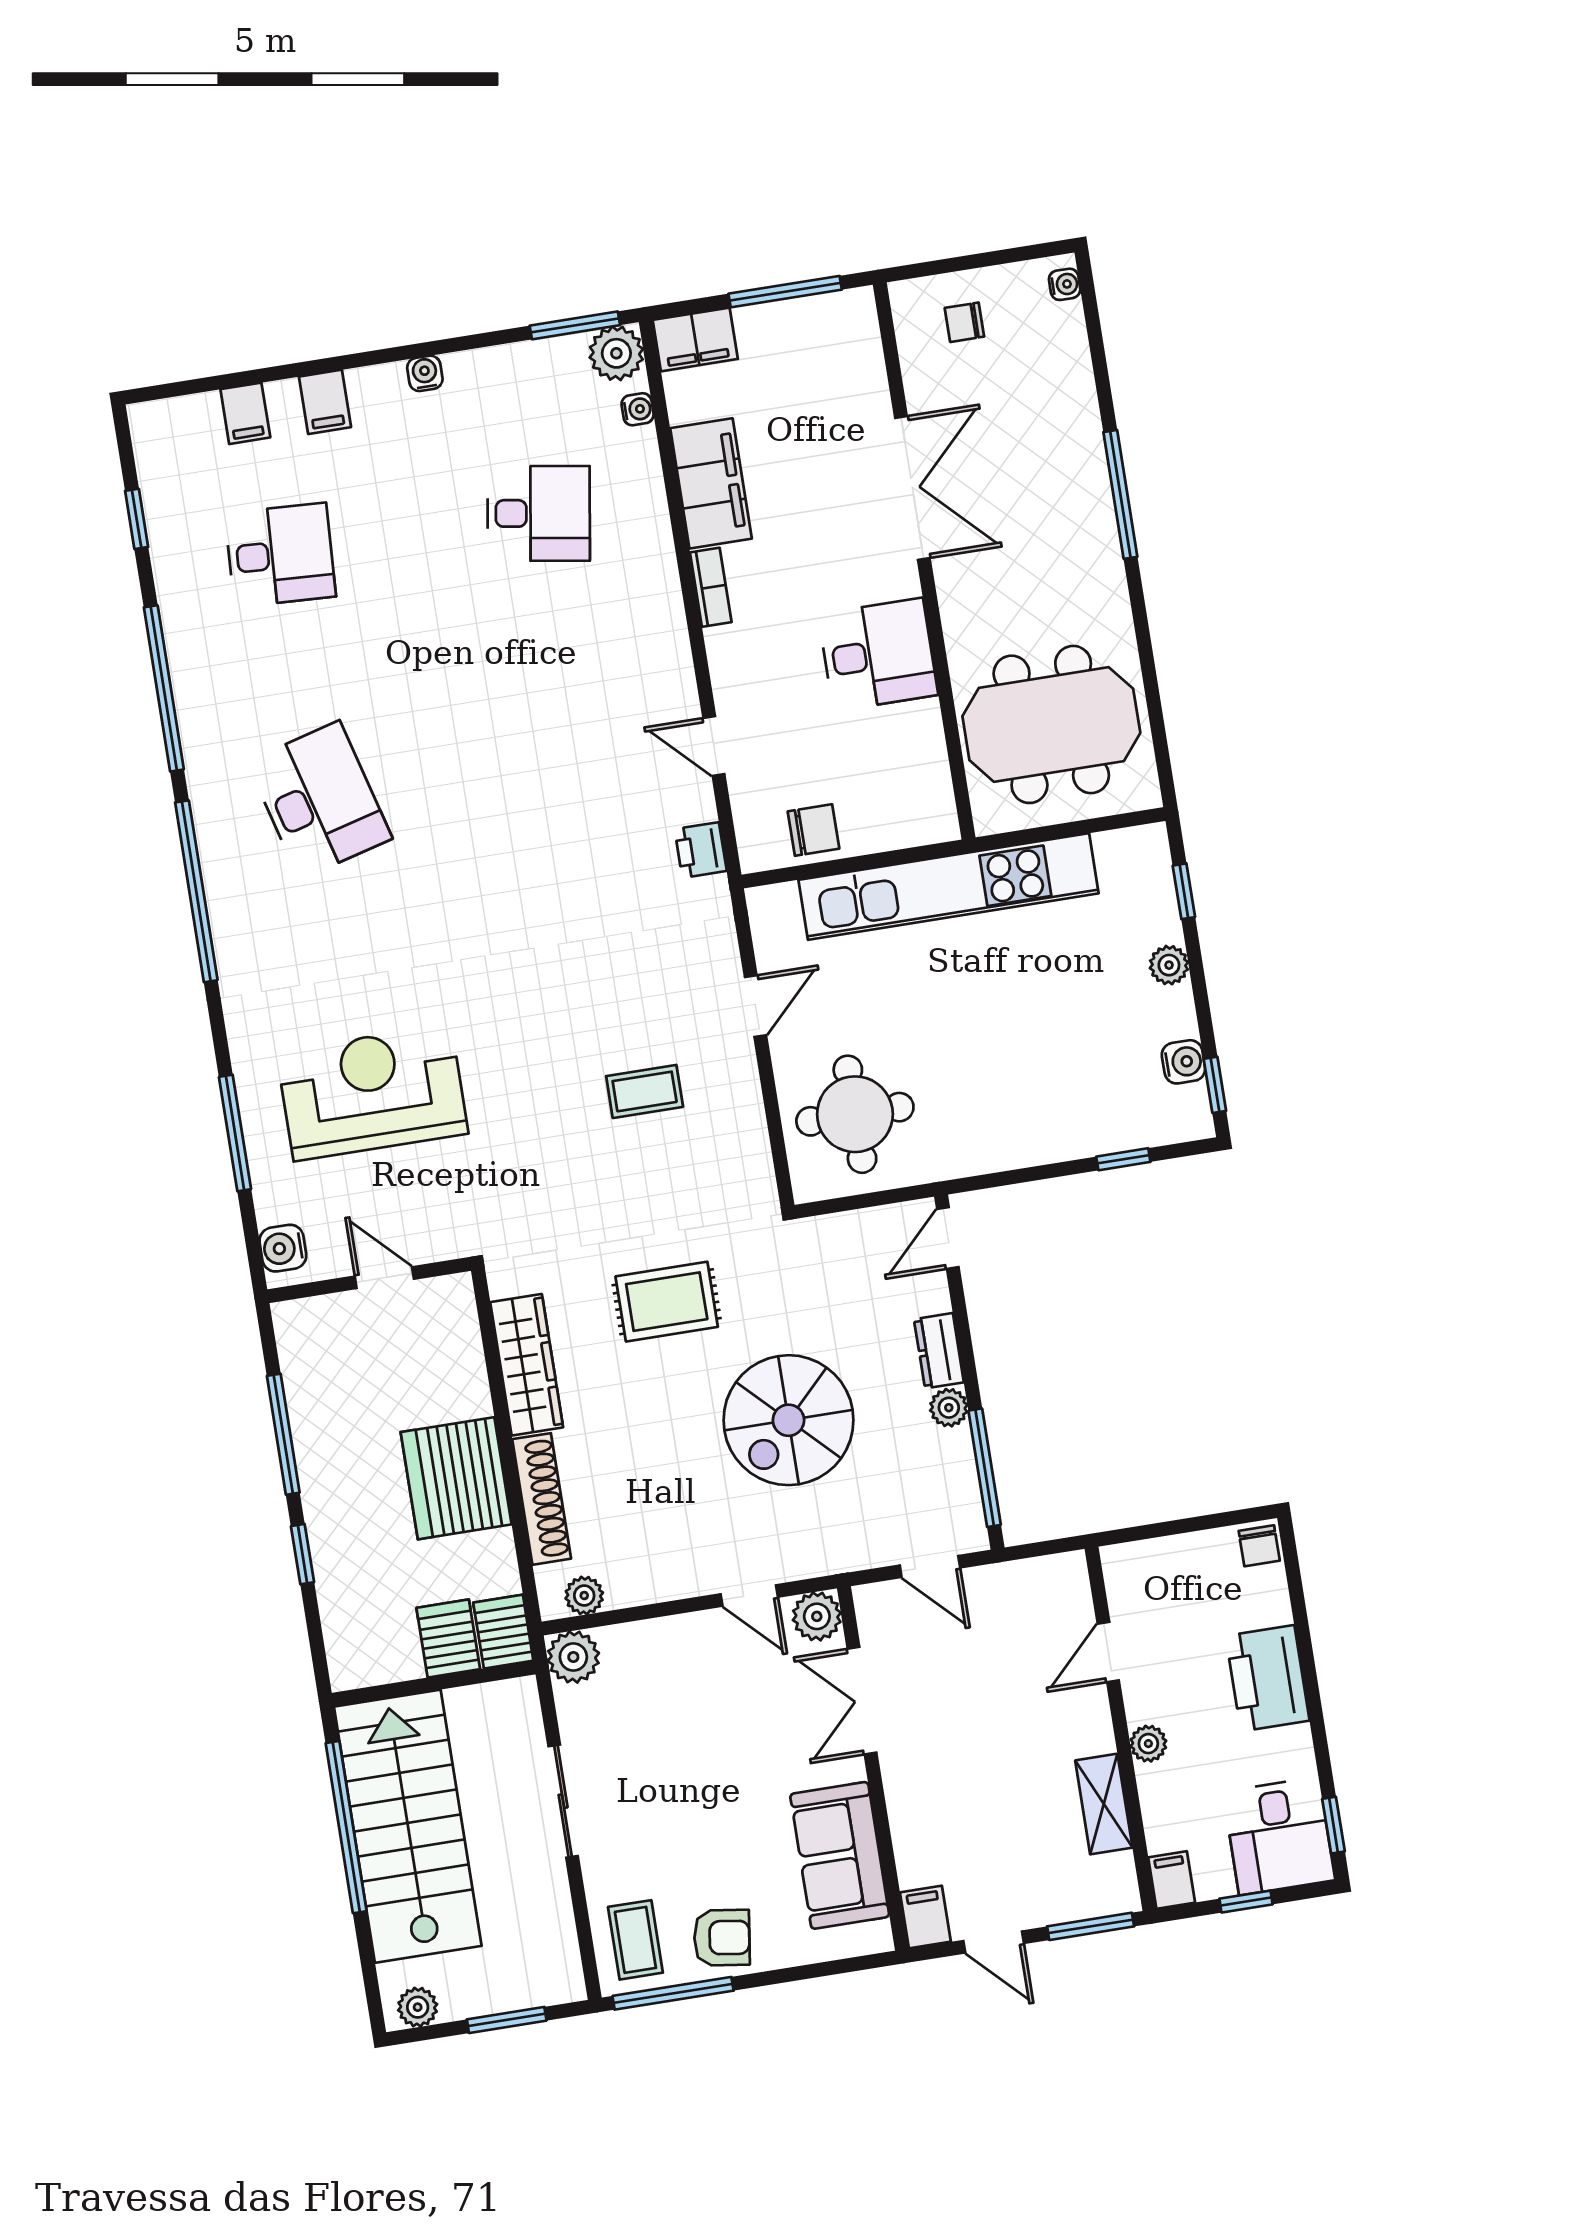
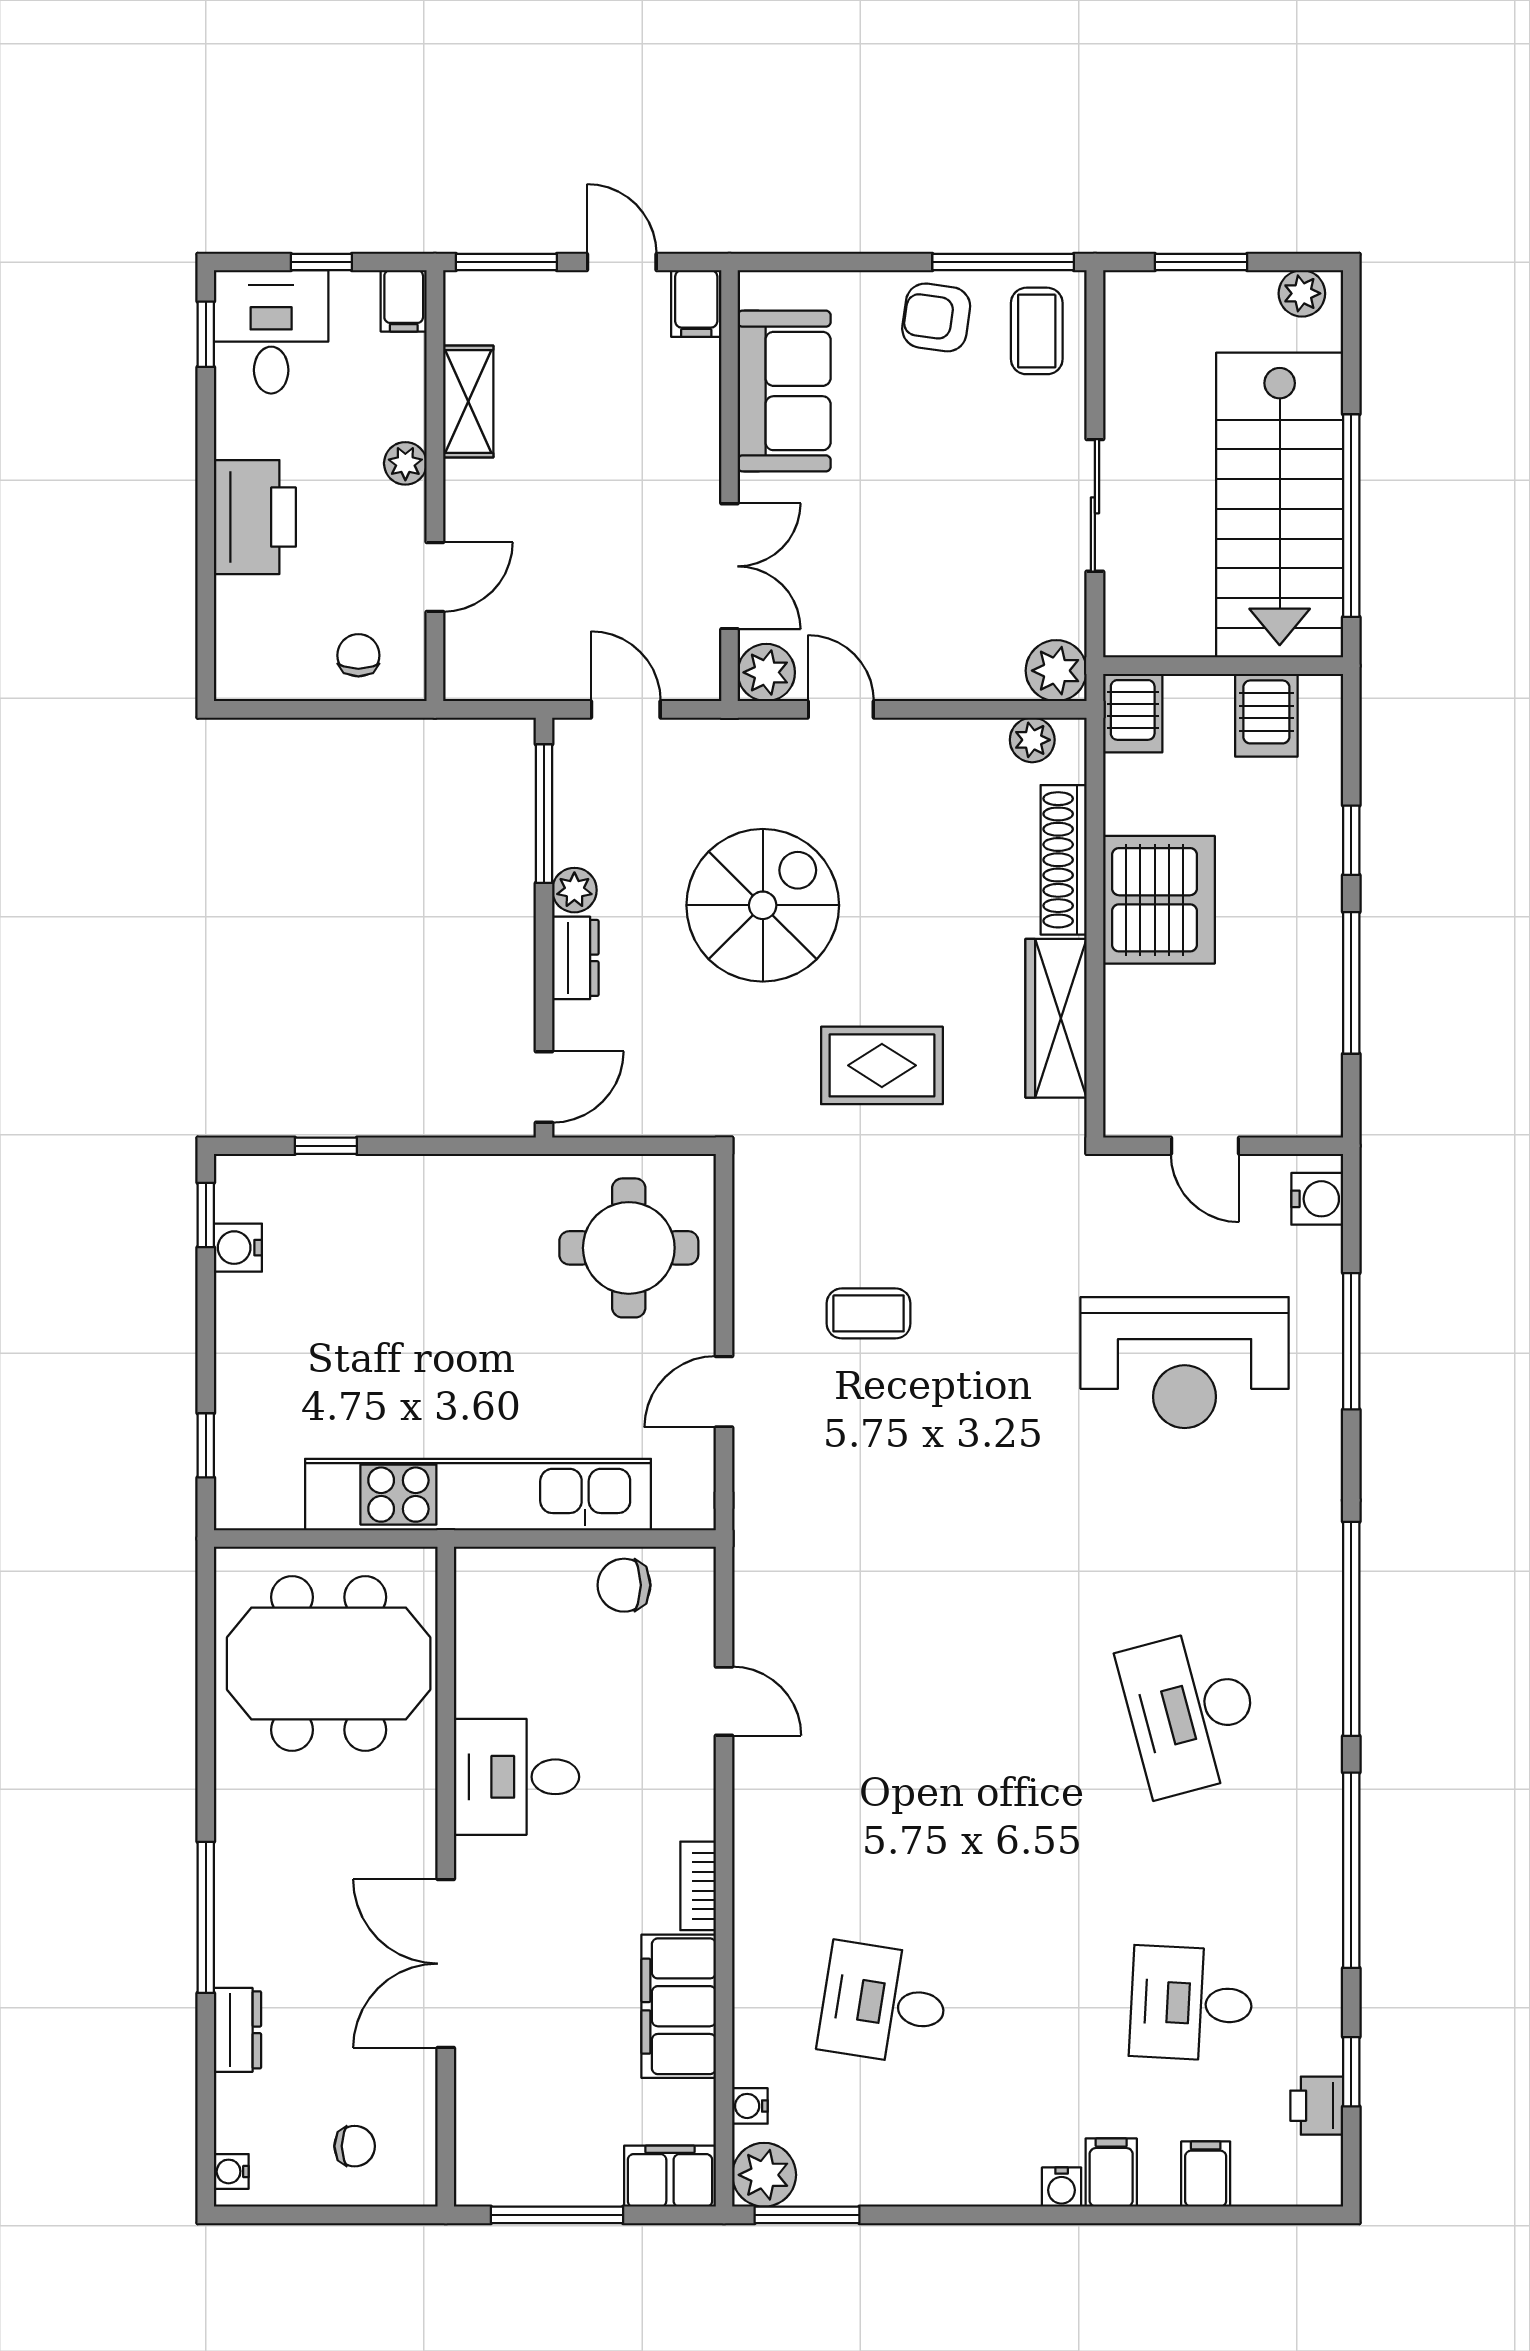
water cooler: (425, 373) -> (1062, 2187), moved
dresser: (1079, 404) -> (238, 2030), added
printer: (701, 850) -> (1317, 2106), moved, turned 180
plant: (1169, 965) -> (237, 1362), removed
chair: (1259, 1546) -> (358, 655), moved
server rack: (448, 1638) -> (1266, 715), moved

